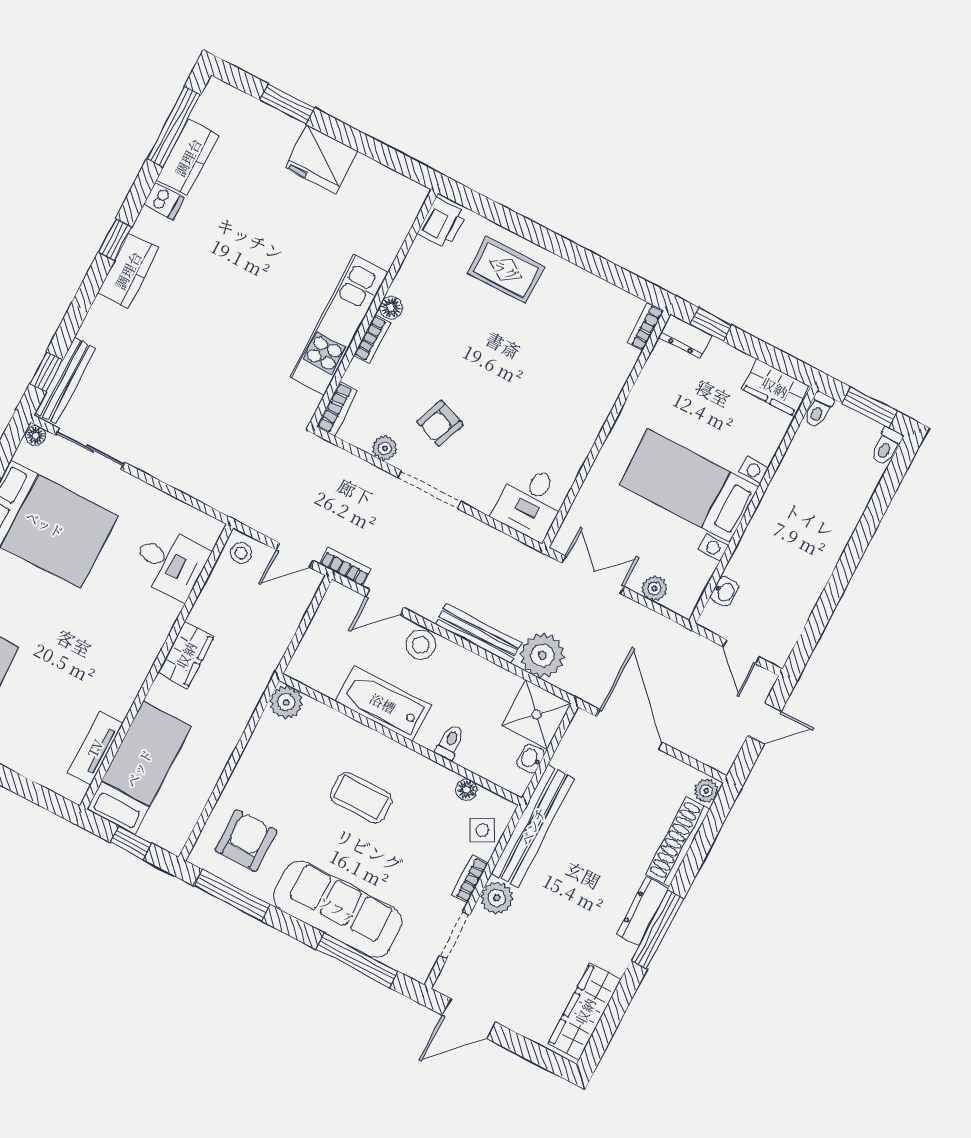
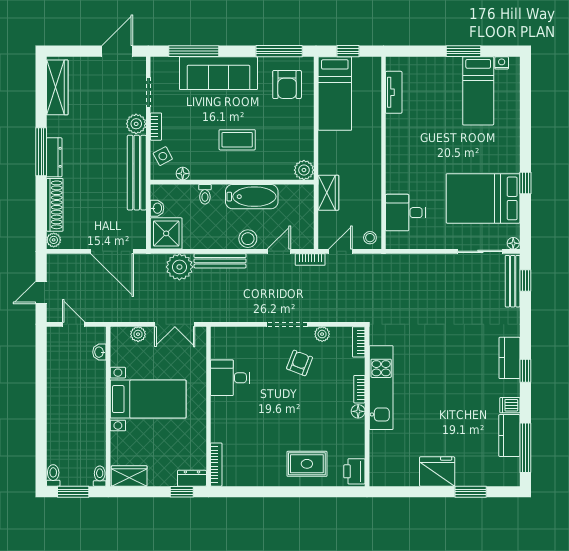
bookcase: (645, 326) -> (216, 465), width x1.56
desk: (531, 502) -> (230, 378), moved, turned -90
wardrobe: (186, 655) -> (328, 193), moved, turned 180
bed: (139, 768) -> (335, 94), moved

